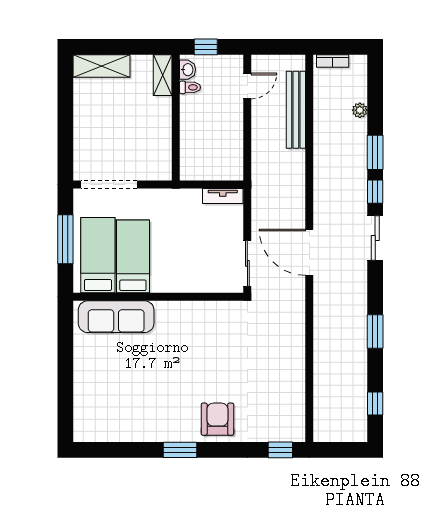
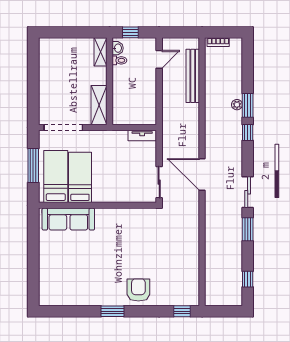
shelving: (101, 66) -> (99, 105), moved, turned 90
plant: (360, 110) -> (237, 105), moved
sliding door: (375, 238) -> (248, 192), moved

